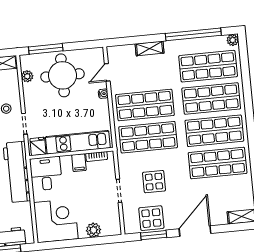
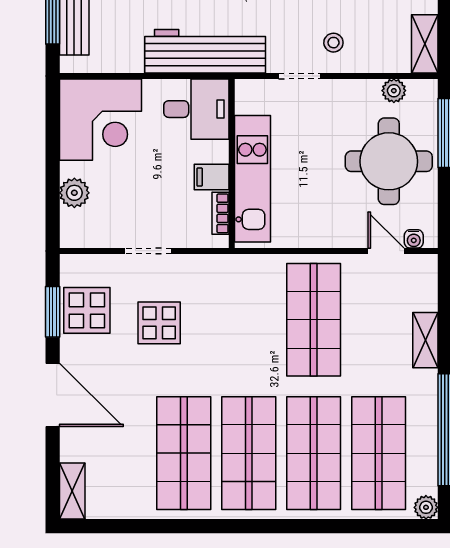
water cooler: (103, 94) -> (414, 239), moved
shop shelf: (148, 137) -> (249, 320), removed
fridge: (38, 146) -> (252, 99), removed

